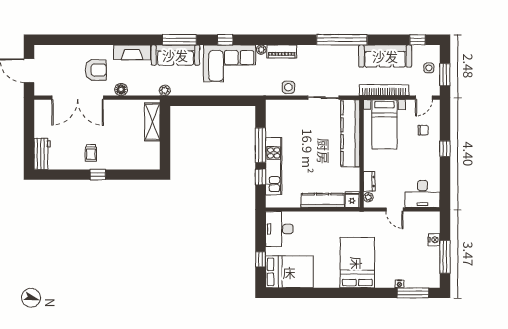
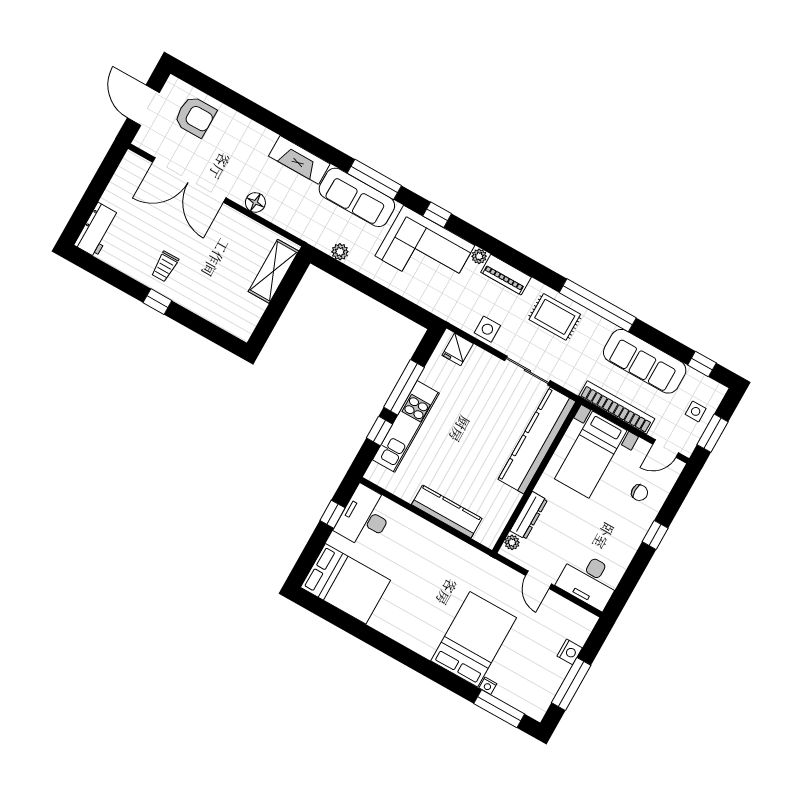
rug: (322, 60) -> (555, 317), added
armchair: (96, 70) -> (195, 116), moved
plant: (165, 90) -> (340, 252), moved
dresser: (369, 181) -> (529, 515), width x1.44
fridge: (352, 200) -> (458, 349), moved, turned 180
window: (260, 259) -> (333, 514), moved
bed: (357, 263) -> (474, 639), moved

